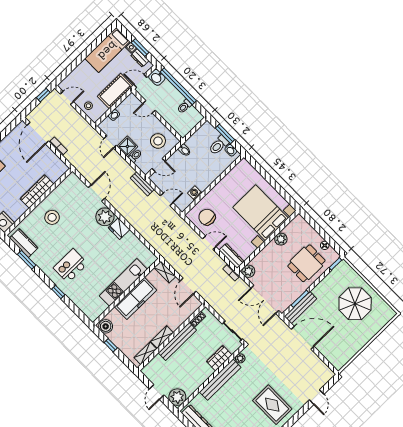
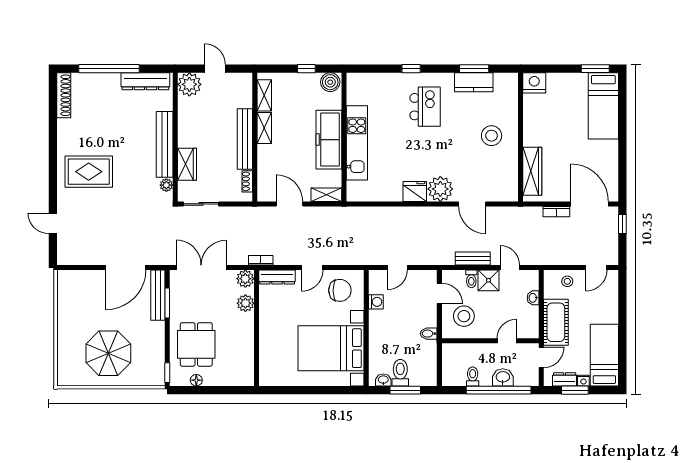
washbasin: (157, 77) -> (503, 377), moved
window: (43, 95) -> (622, 224), moved
door: (159, 165) -> (439, 293), swing flipped
bench: (142, 184) -> (473, 258), moved
wardrobe: (37, 192) -> (532, 171), moved
bed with nightstands: (261, 213) -> (331, 348), moved, turned 180
plant: (281, 239) -> (245, 303), moved
kitchen counter: (24, 243) -> (474, 82), moved

